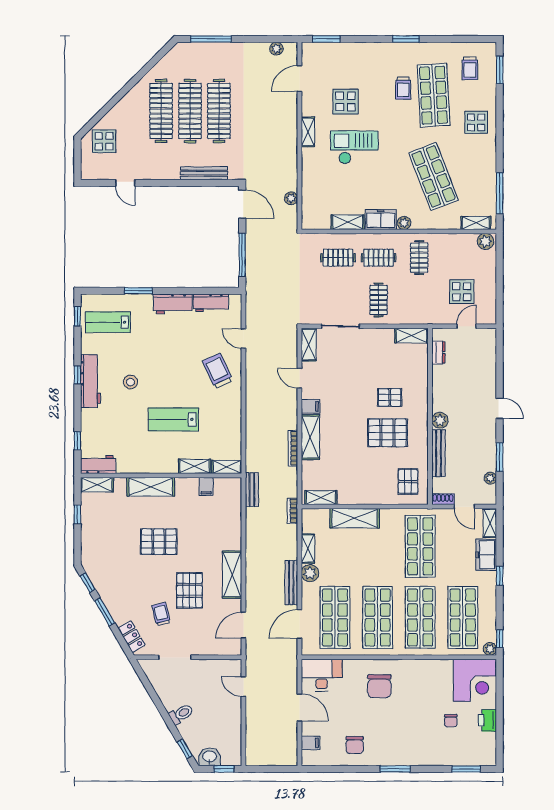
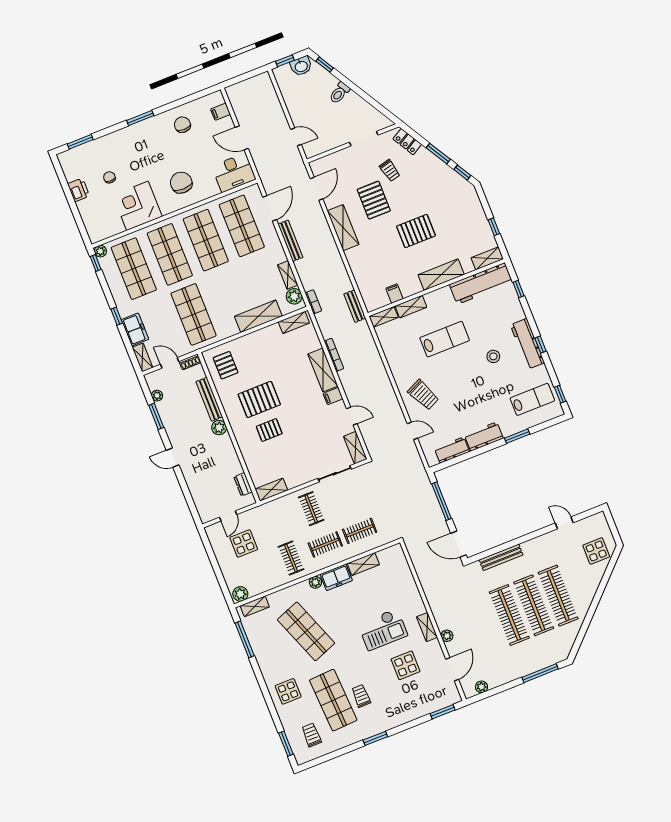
plant: (291, 198) -> (447, 636), moved
workbench: (98, 464) -> (481, 284), width x1.88, depth x1.32
plant: (310, 573) -> (294, 296), moved
corner desk: (475, 680) -> (137, 206), moved

